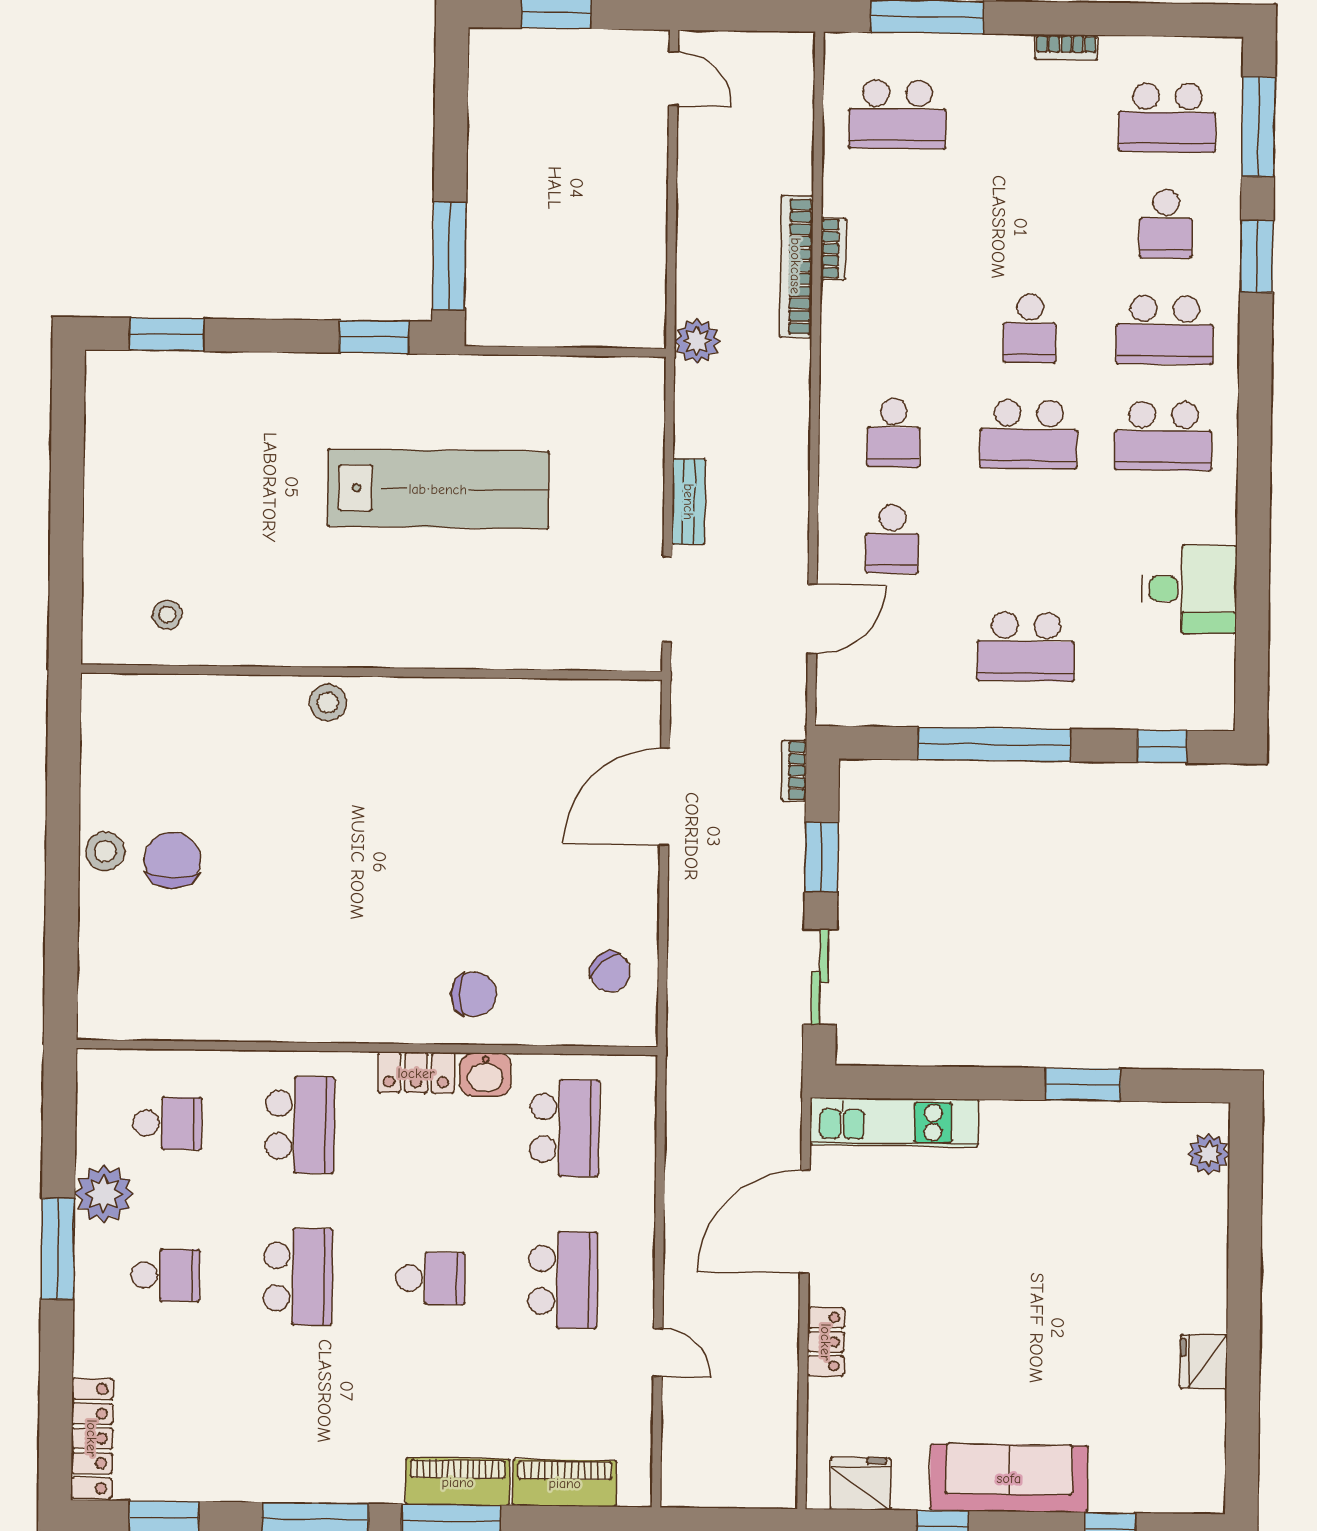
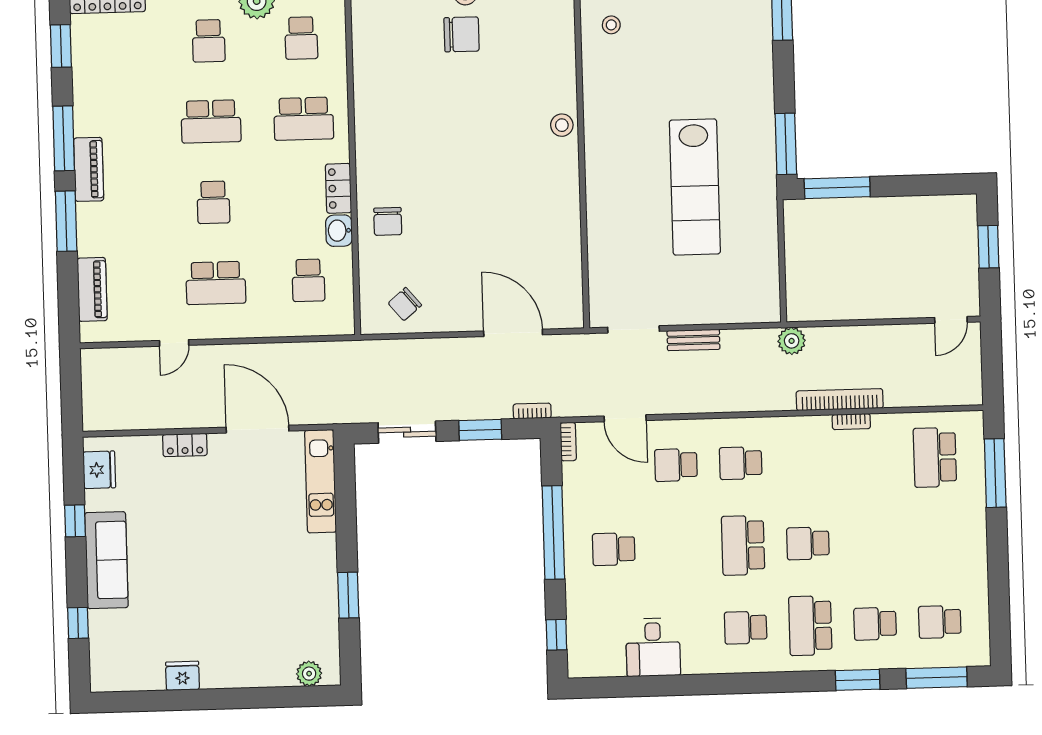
bookcase: (1066, 47) -> (568, 442), moved, turned 180
school desk: (1167, 118) -> (940, 622), width x0.54
window: (374, 337) -> (786, 144), width x1.44
school desk: (1163, 436) -> (746, 628), width x0.54
school desk: (1026, 647) -> (614, 549), width x0.54
school desk: (565, 1128) -> (308, 280), width x0.54
piano: (458, 1482) -> (89, 169), moved

